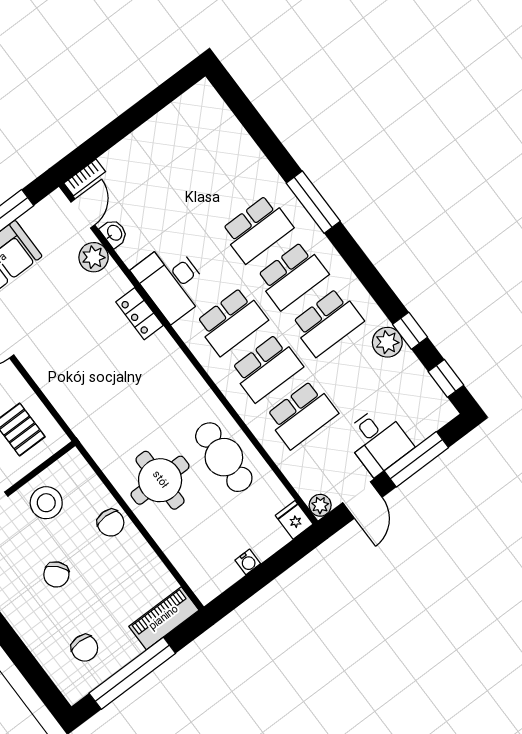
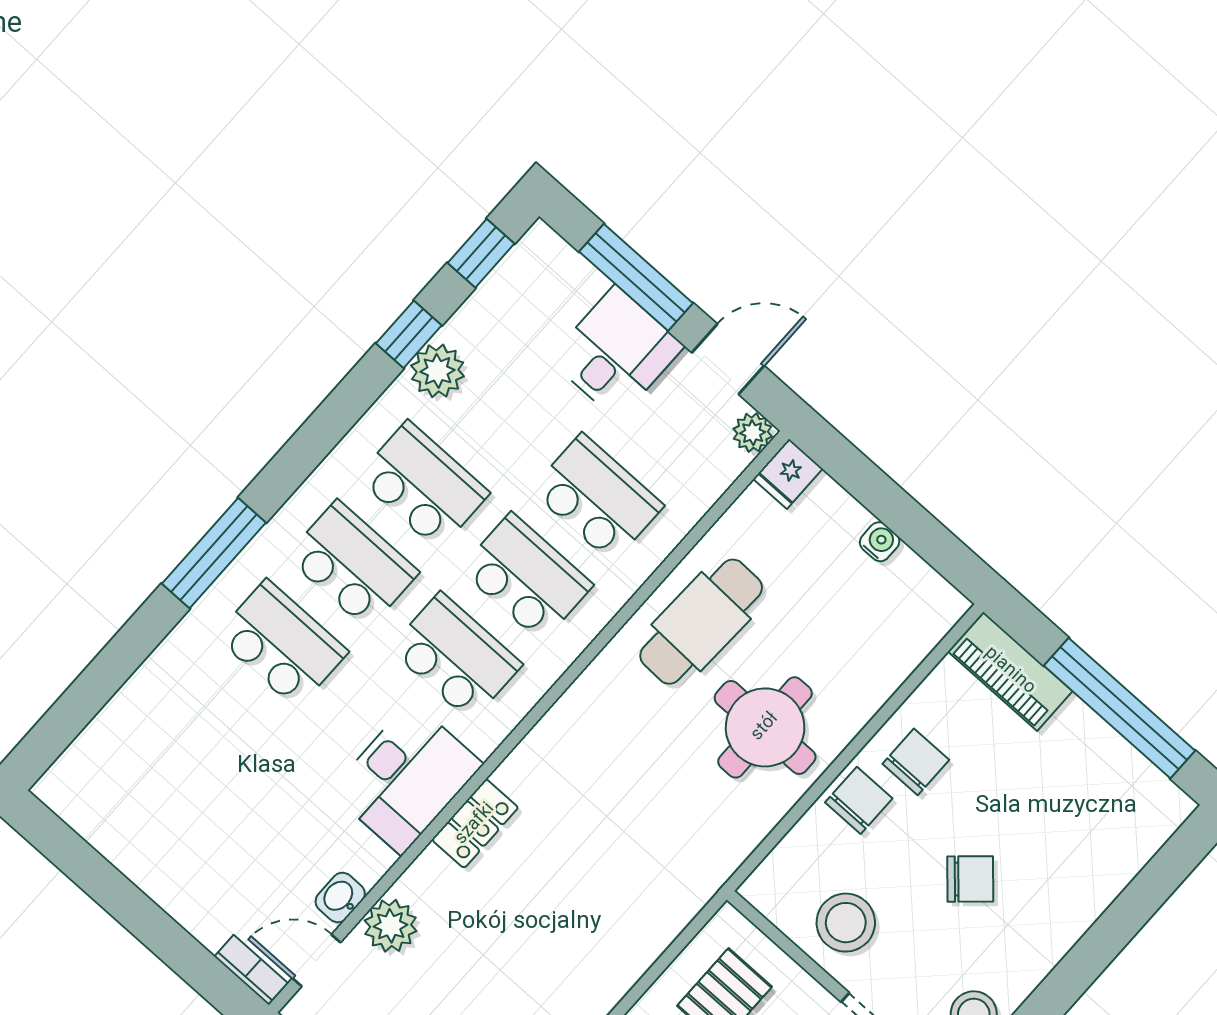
chair: (85, 648) -> (916, 762), moved

